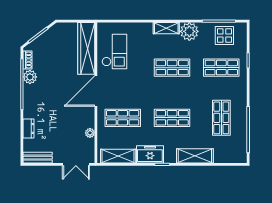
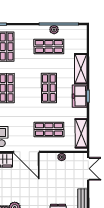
shop shelf: (123, 118) -> (49, 129), turned 90
plant: (241, 124) -> (54, 30), added
freezer: (150, 154) -> (80, 96), moved

